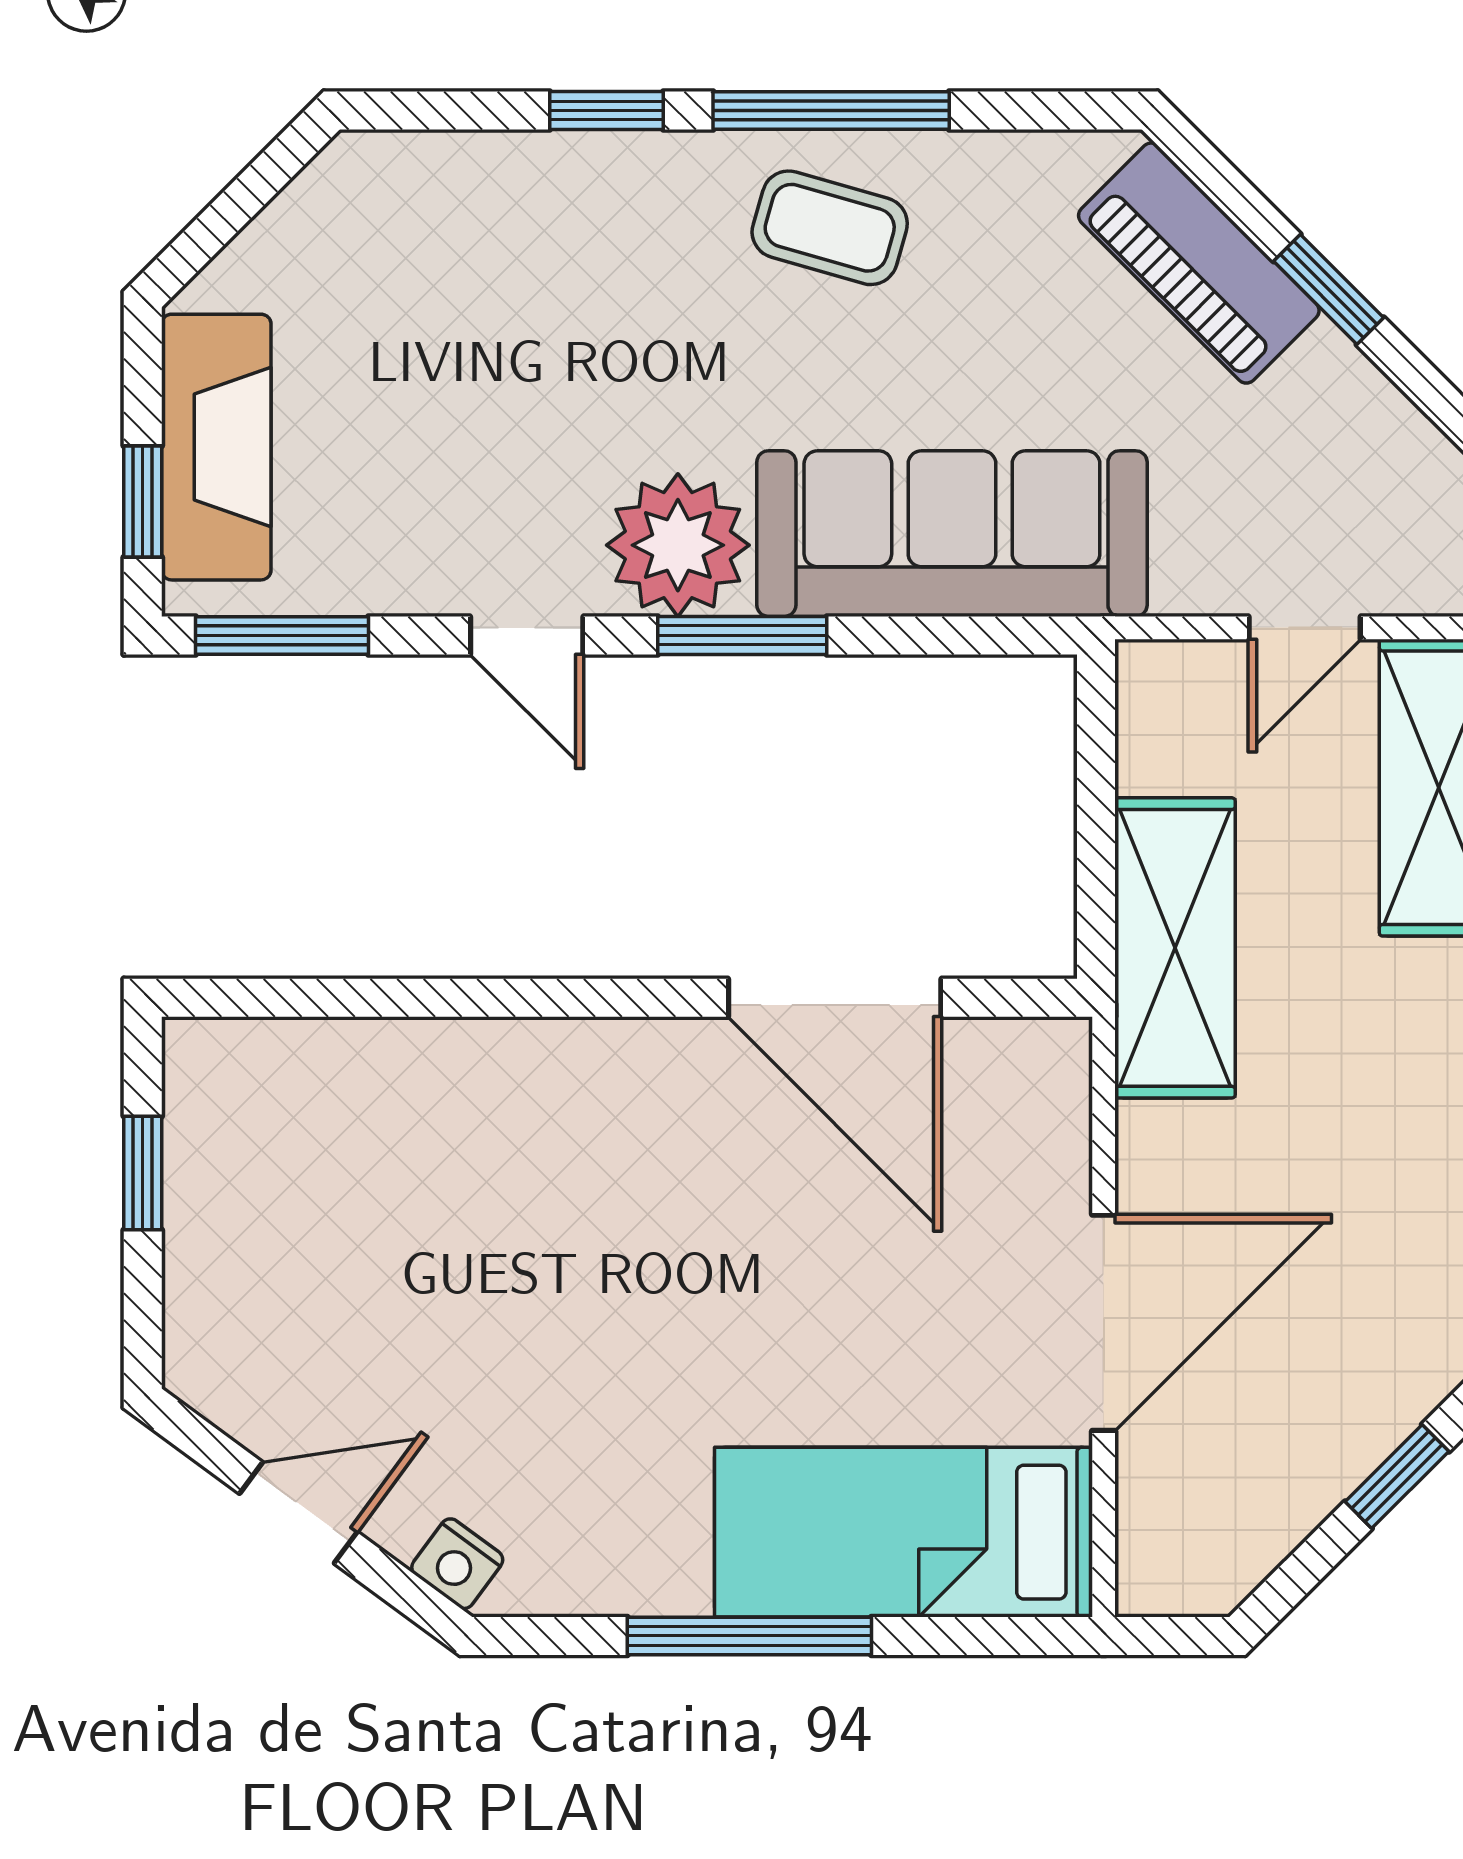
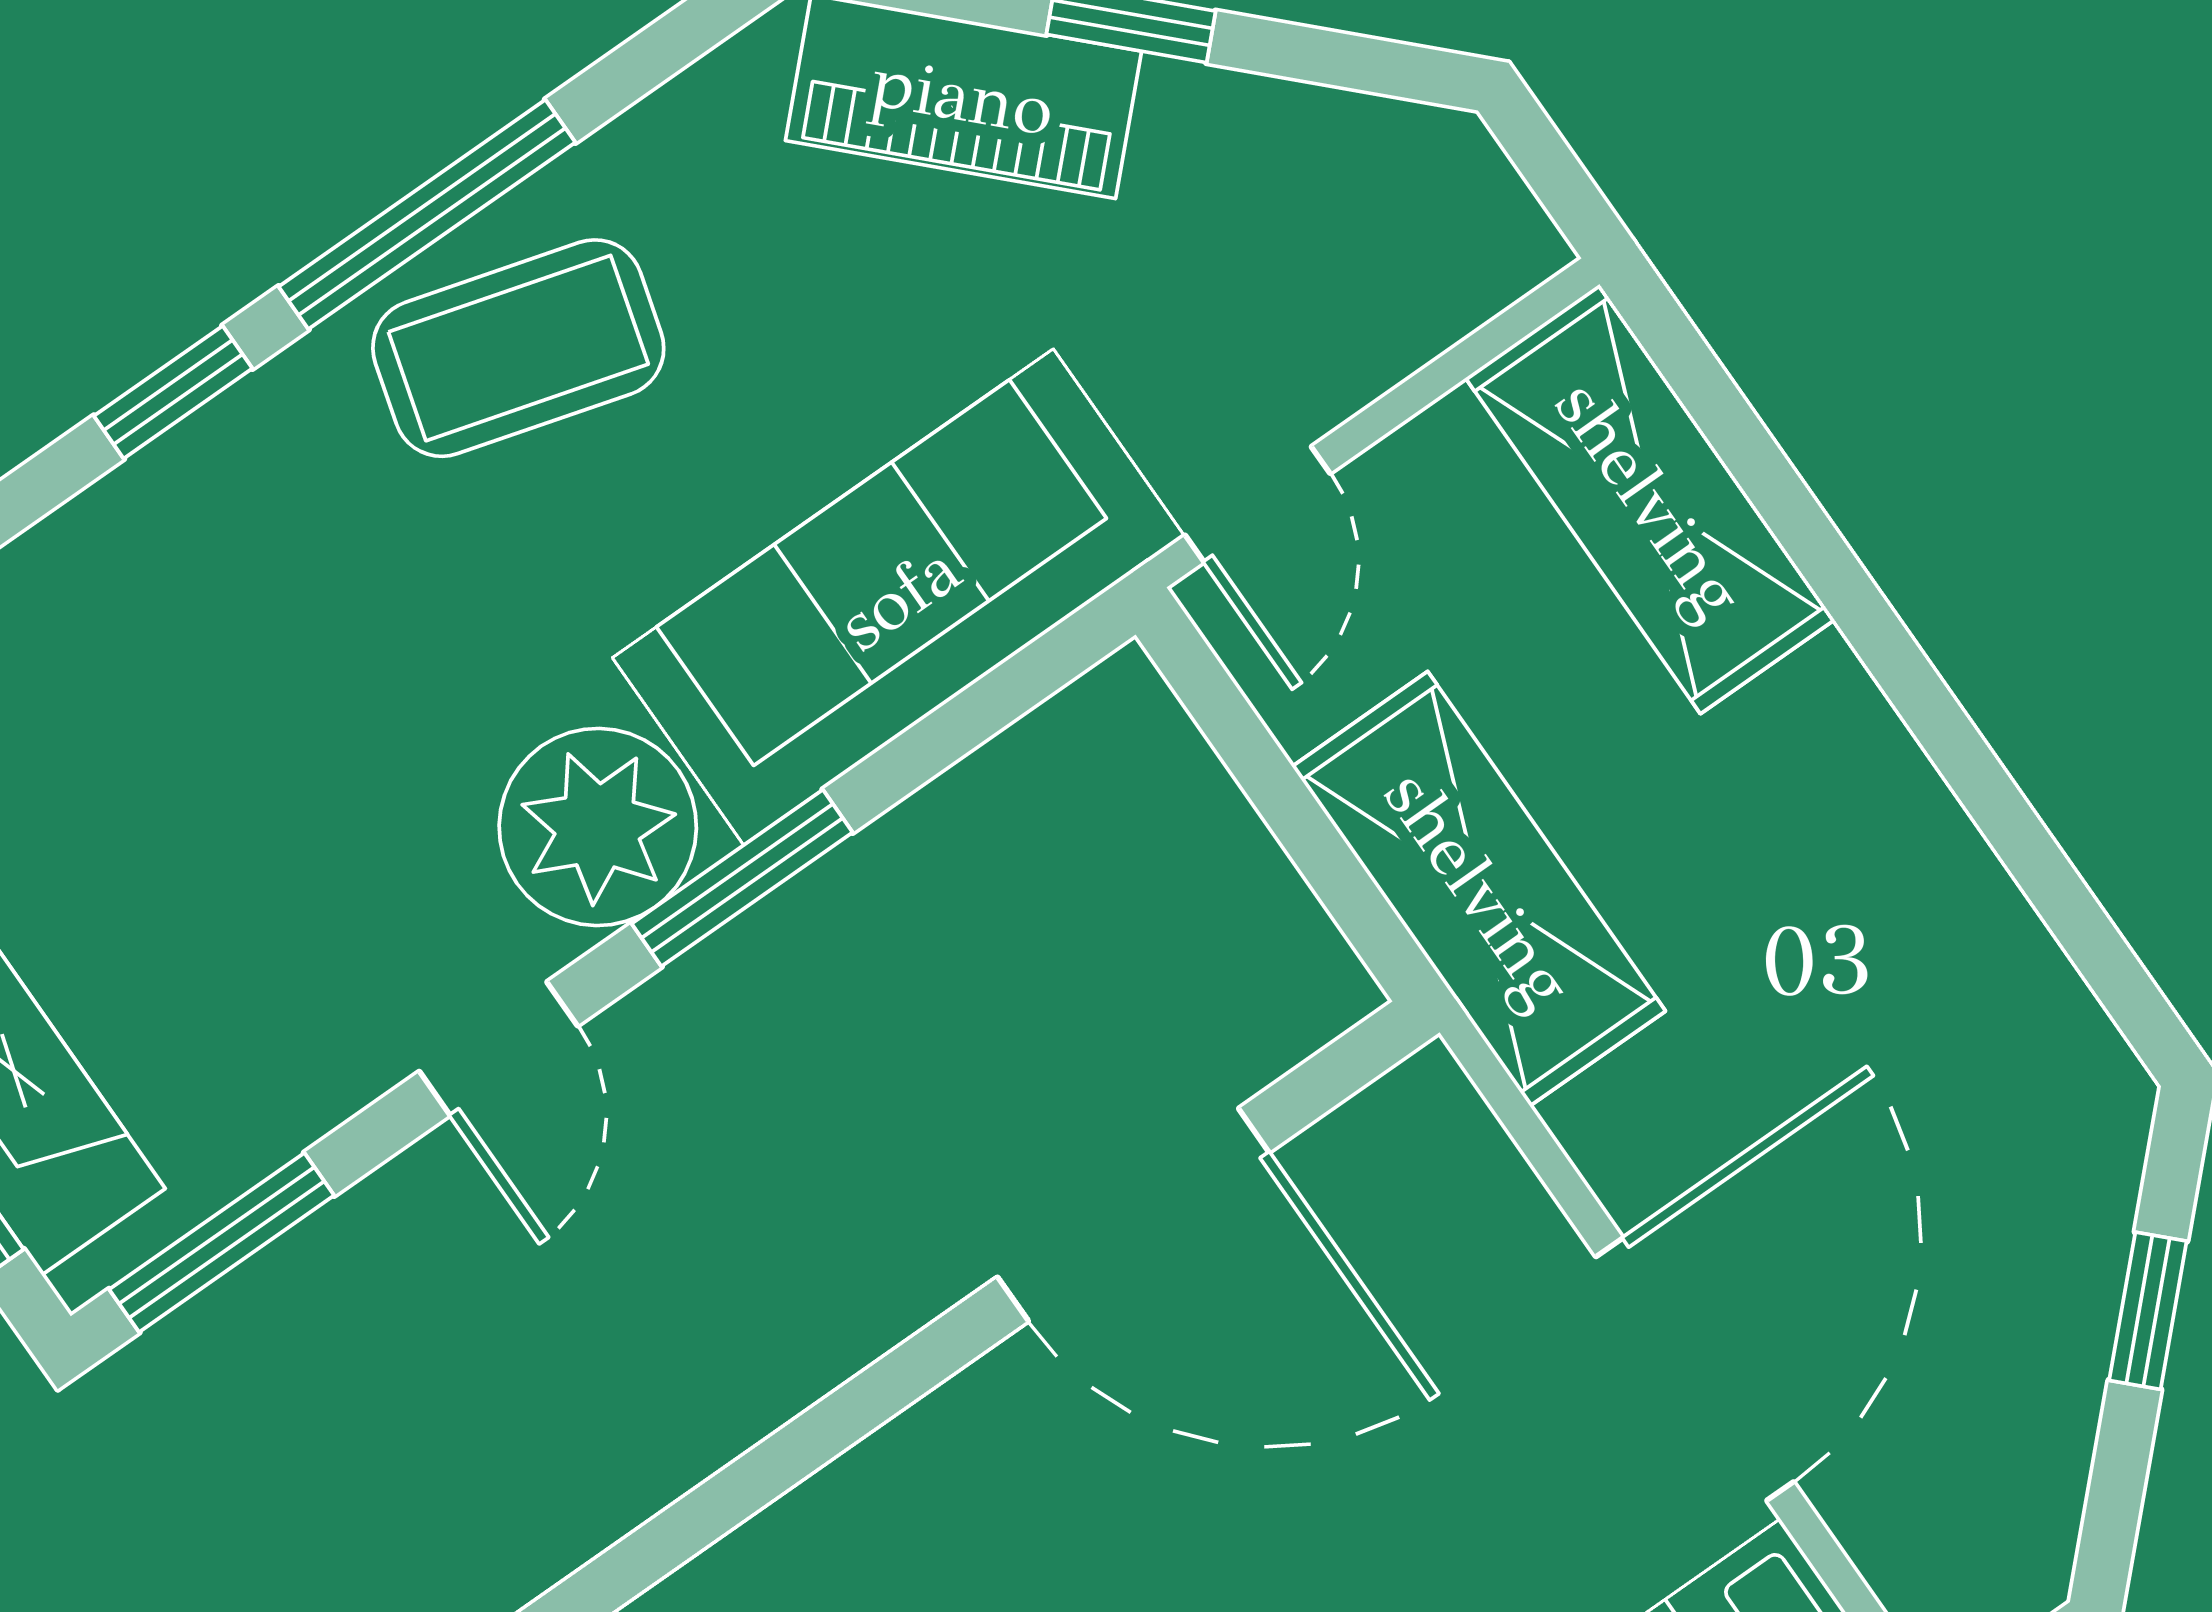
coffee table: (830, 228) -> (518, 348), width x1.36, depth x1.30
door: (1305, 628) -> (1258, 504), moved
door: (527, 635) -> (498, 1049), hinge flipped

